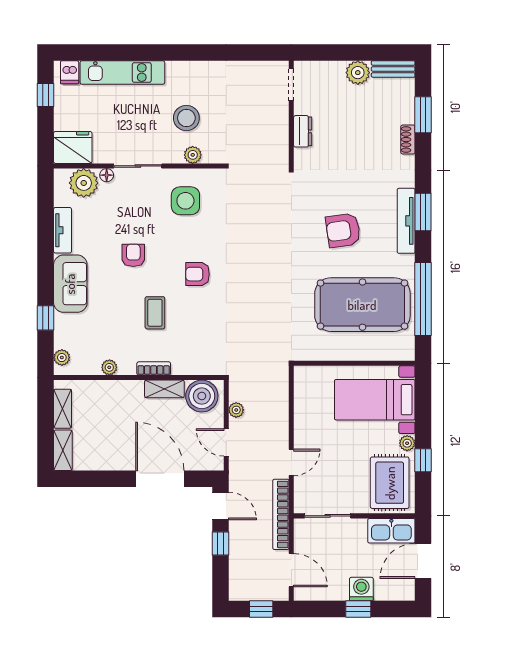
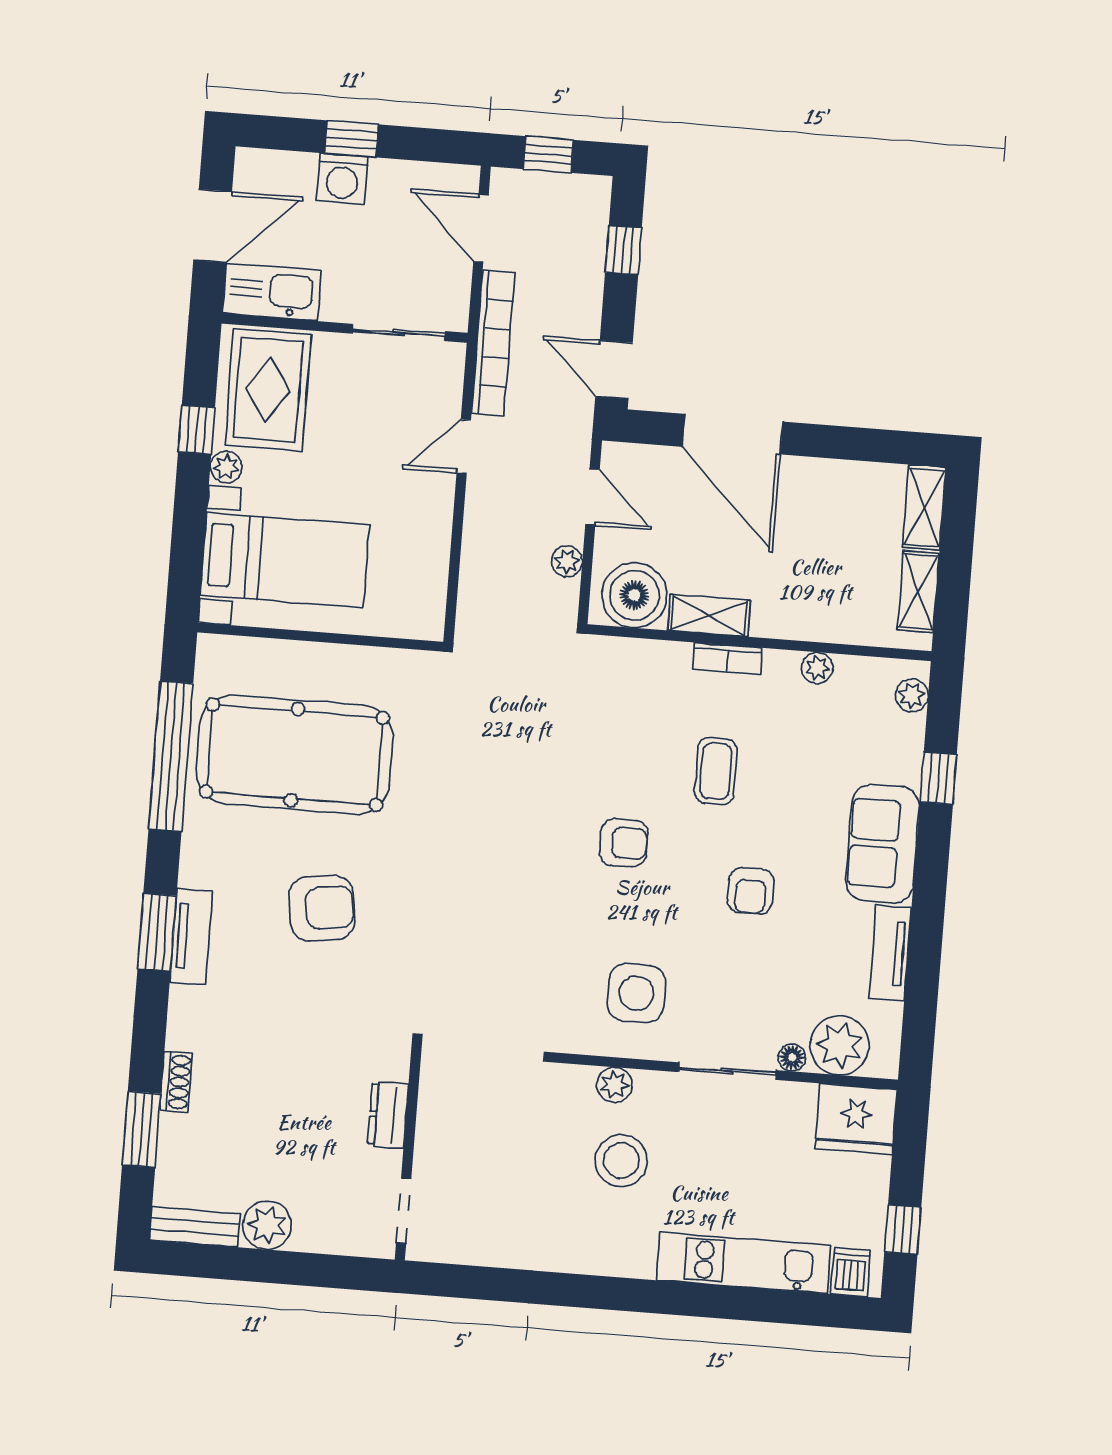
tv unit: (406, 221) -> (191, 937), width x0.71
window: (221, 544) -> (623, 250), moved

